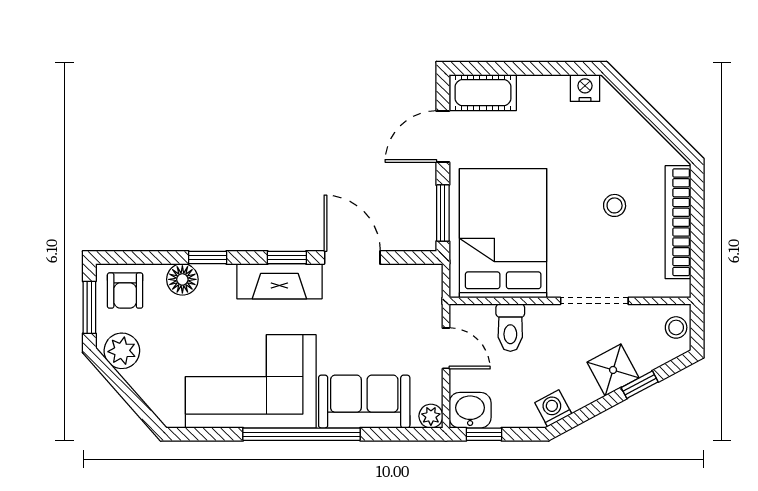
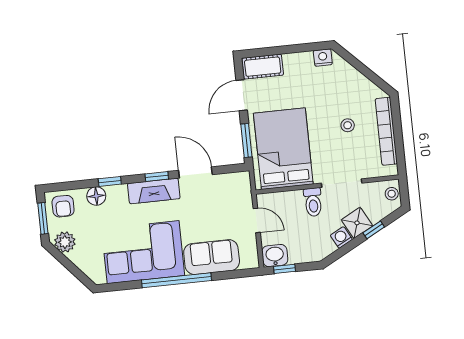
toilet: (510, 328) -> (313, 202), moved
washing machine: (553, 408) -> (341, 237), moved
plant: (431, 416) -> (252, 261), removed

